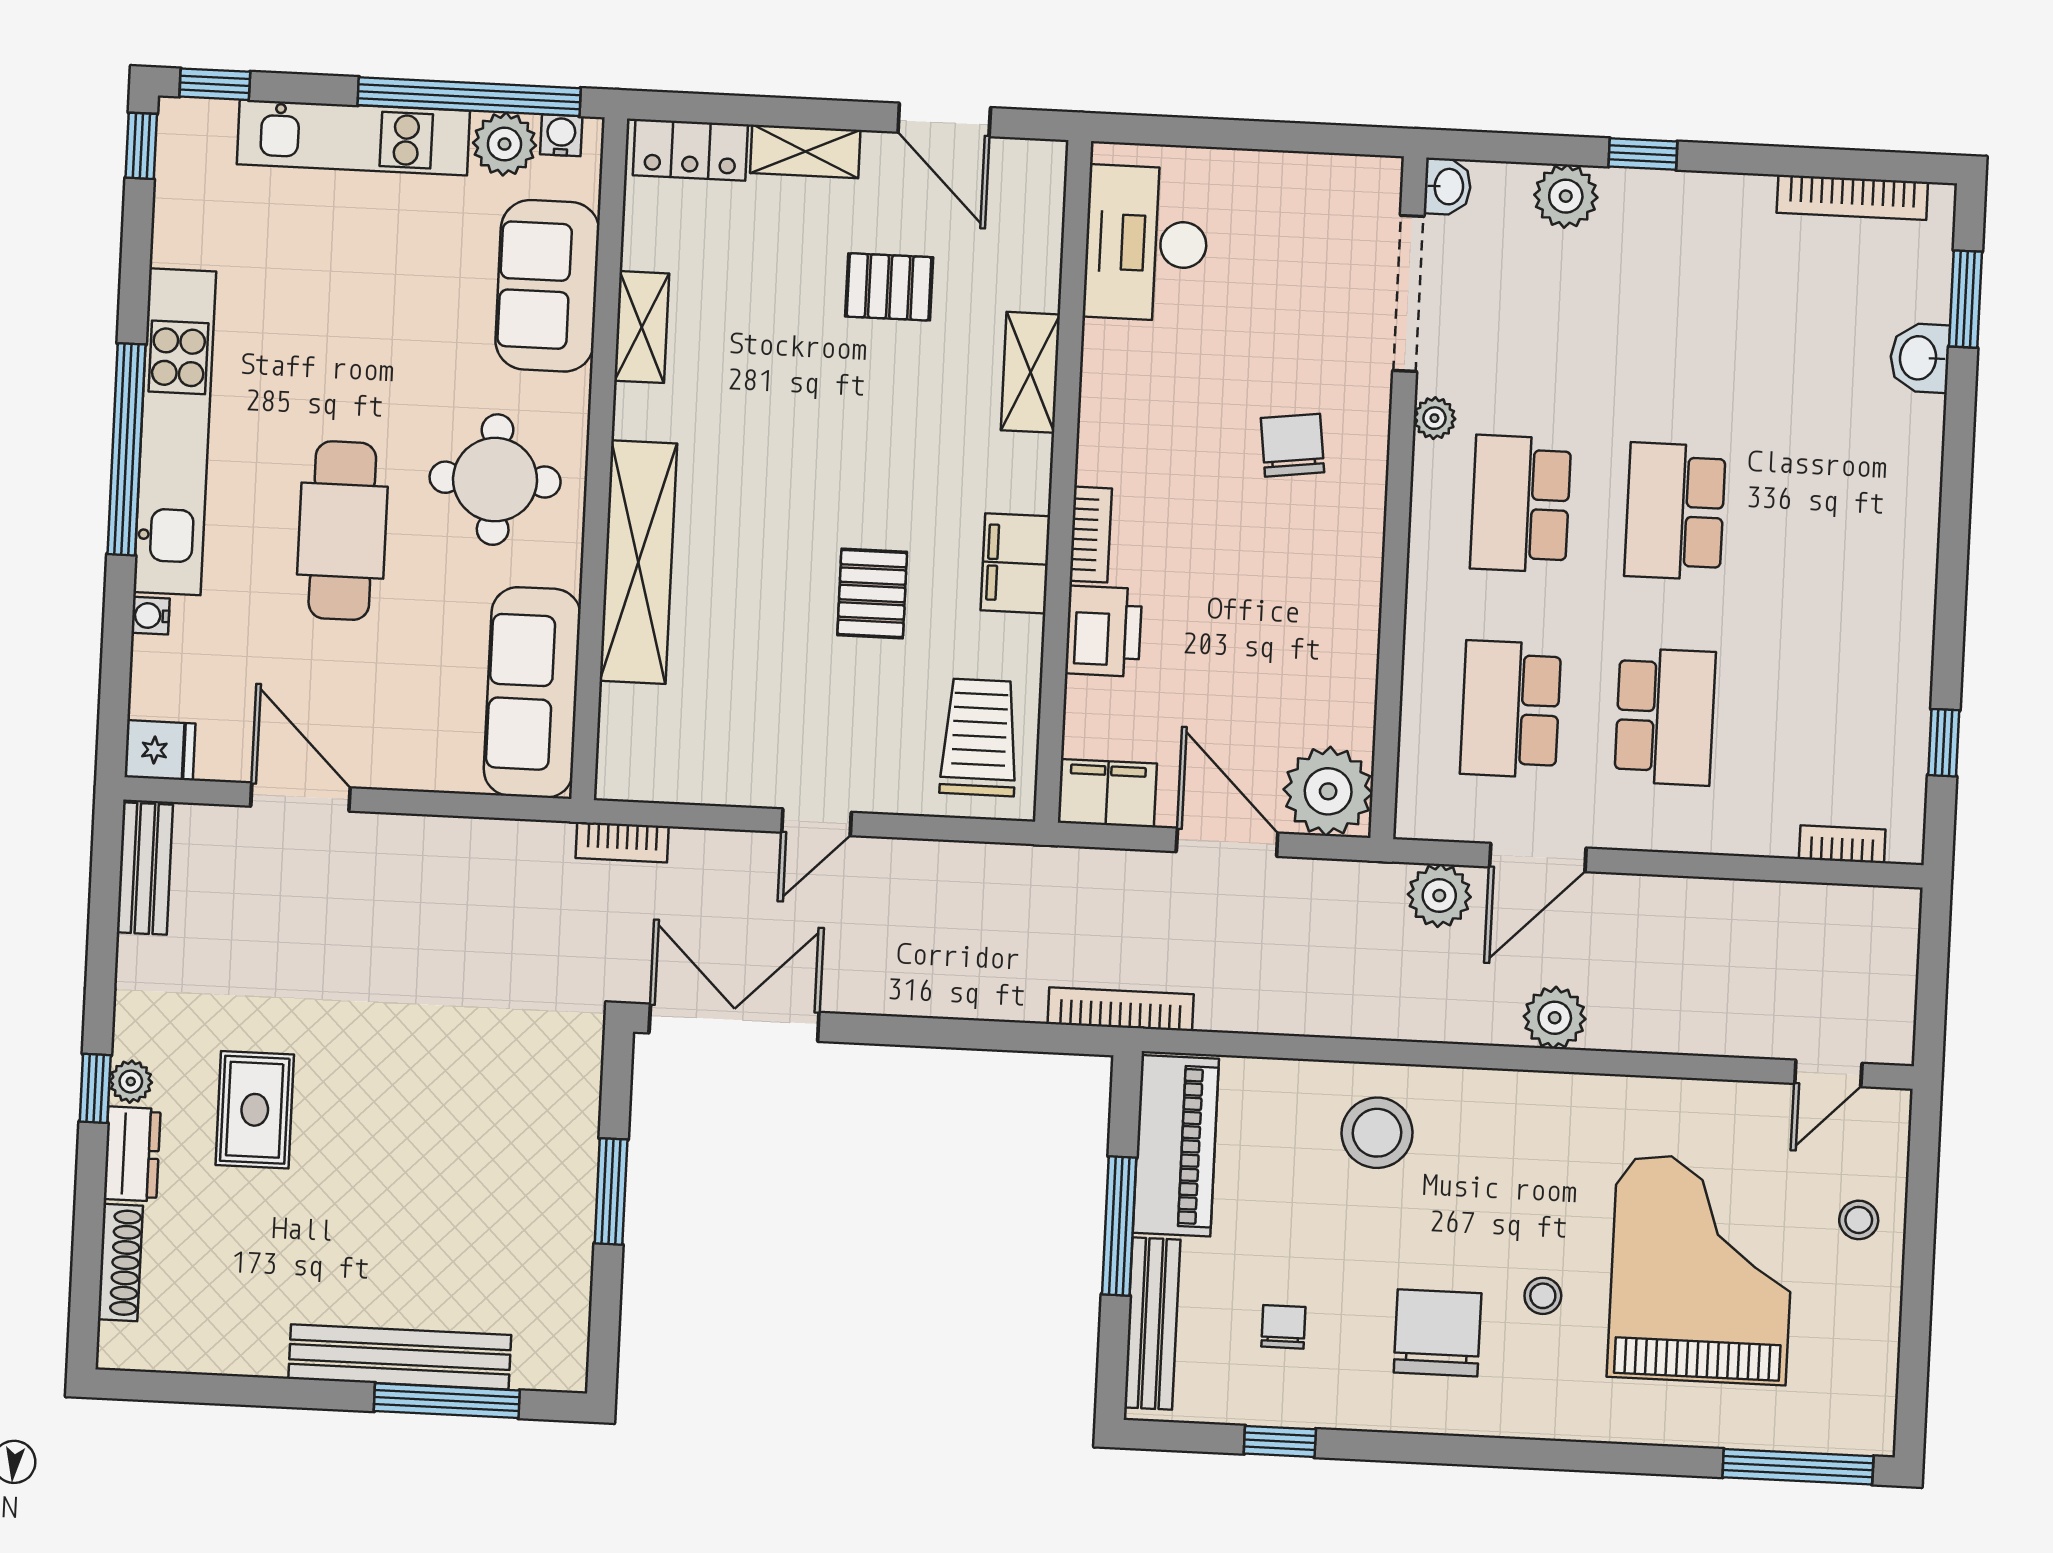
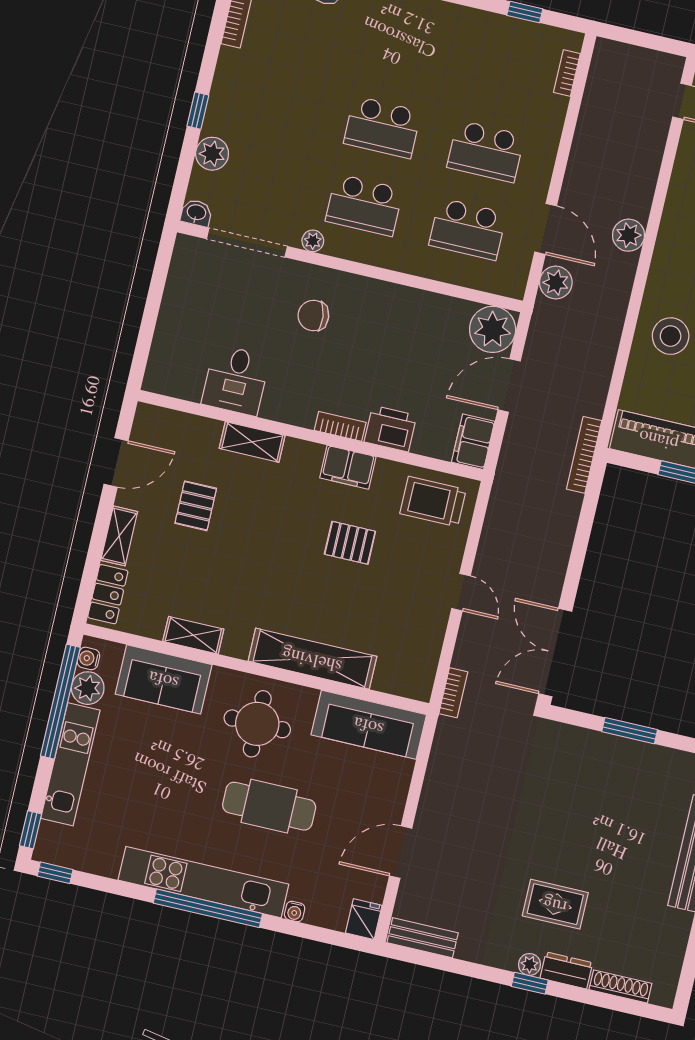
desk: (1146, 243) -> (236, 380), moved, width x0.73
school desk: (1665, 717) -> (486, 151), turned 180

